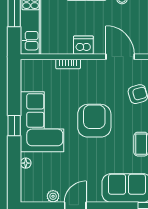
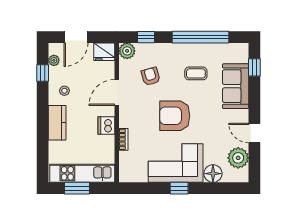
floor lamp: (26, 163) -> (213, 174), width x1.89, depth x1.89
plant: (53, 196) -> (238, 158), width x1.88, depth x1.88

